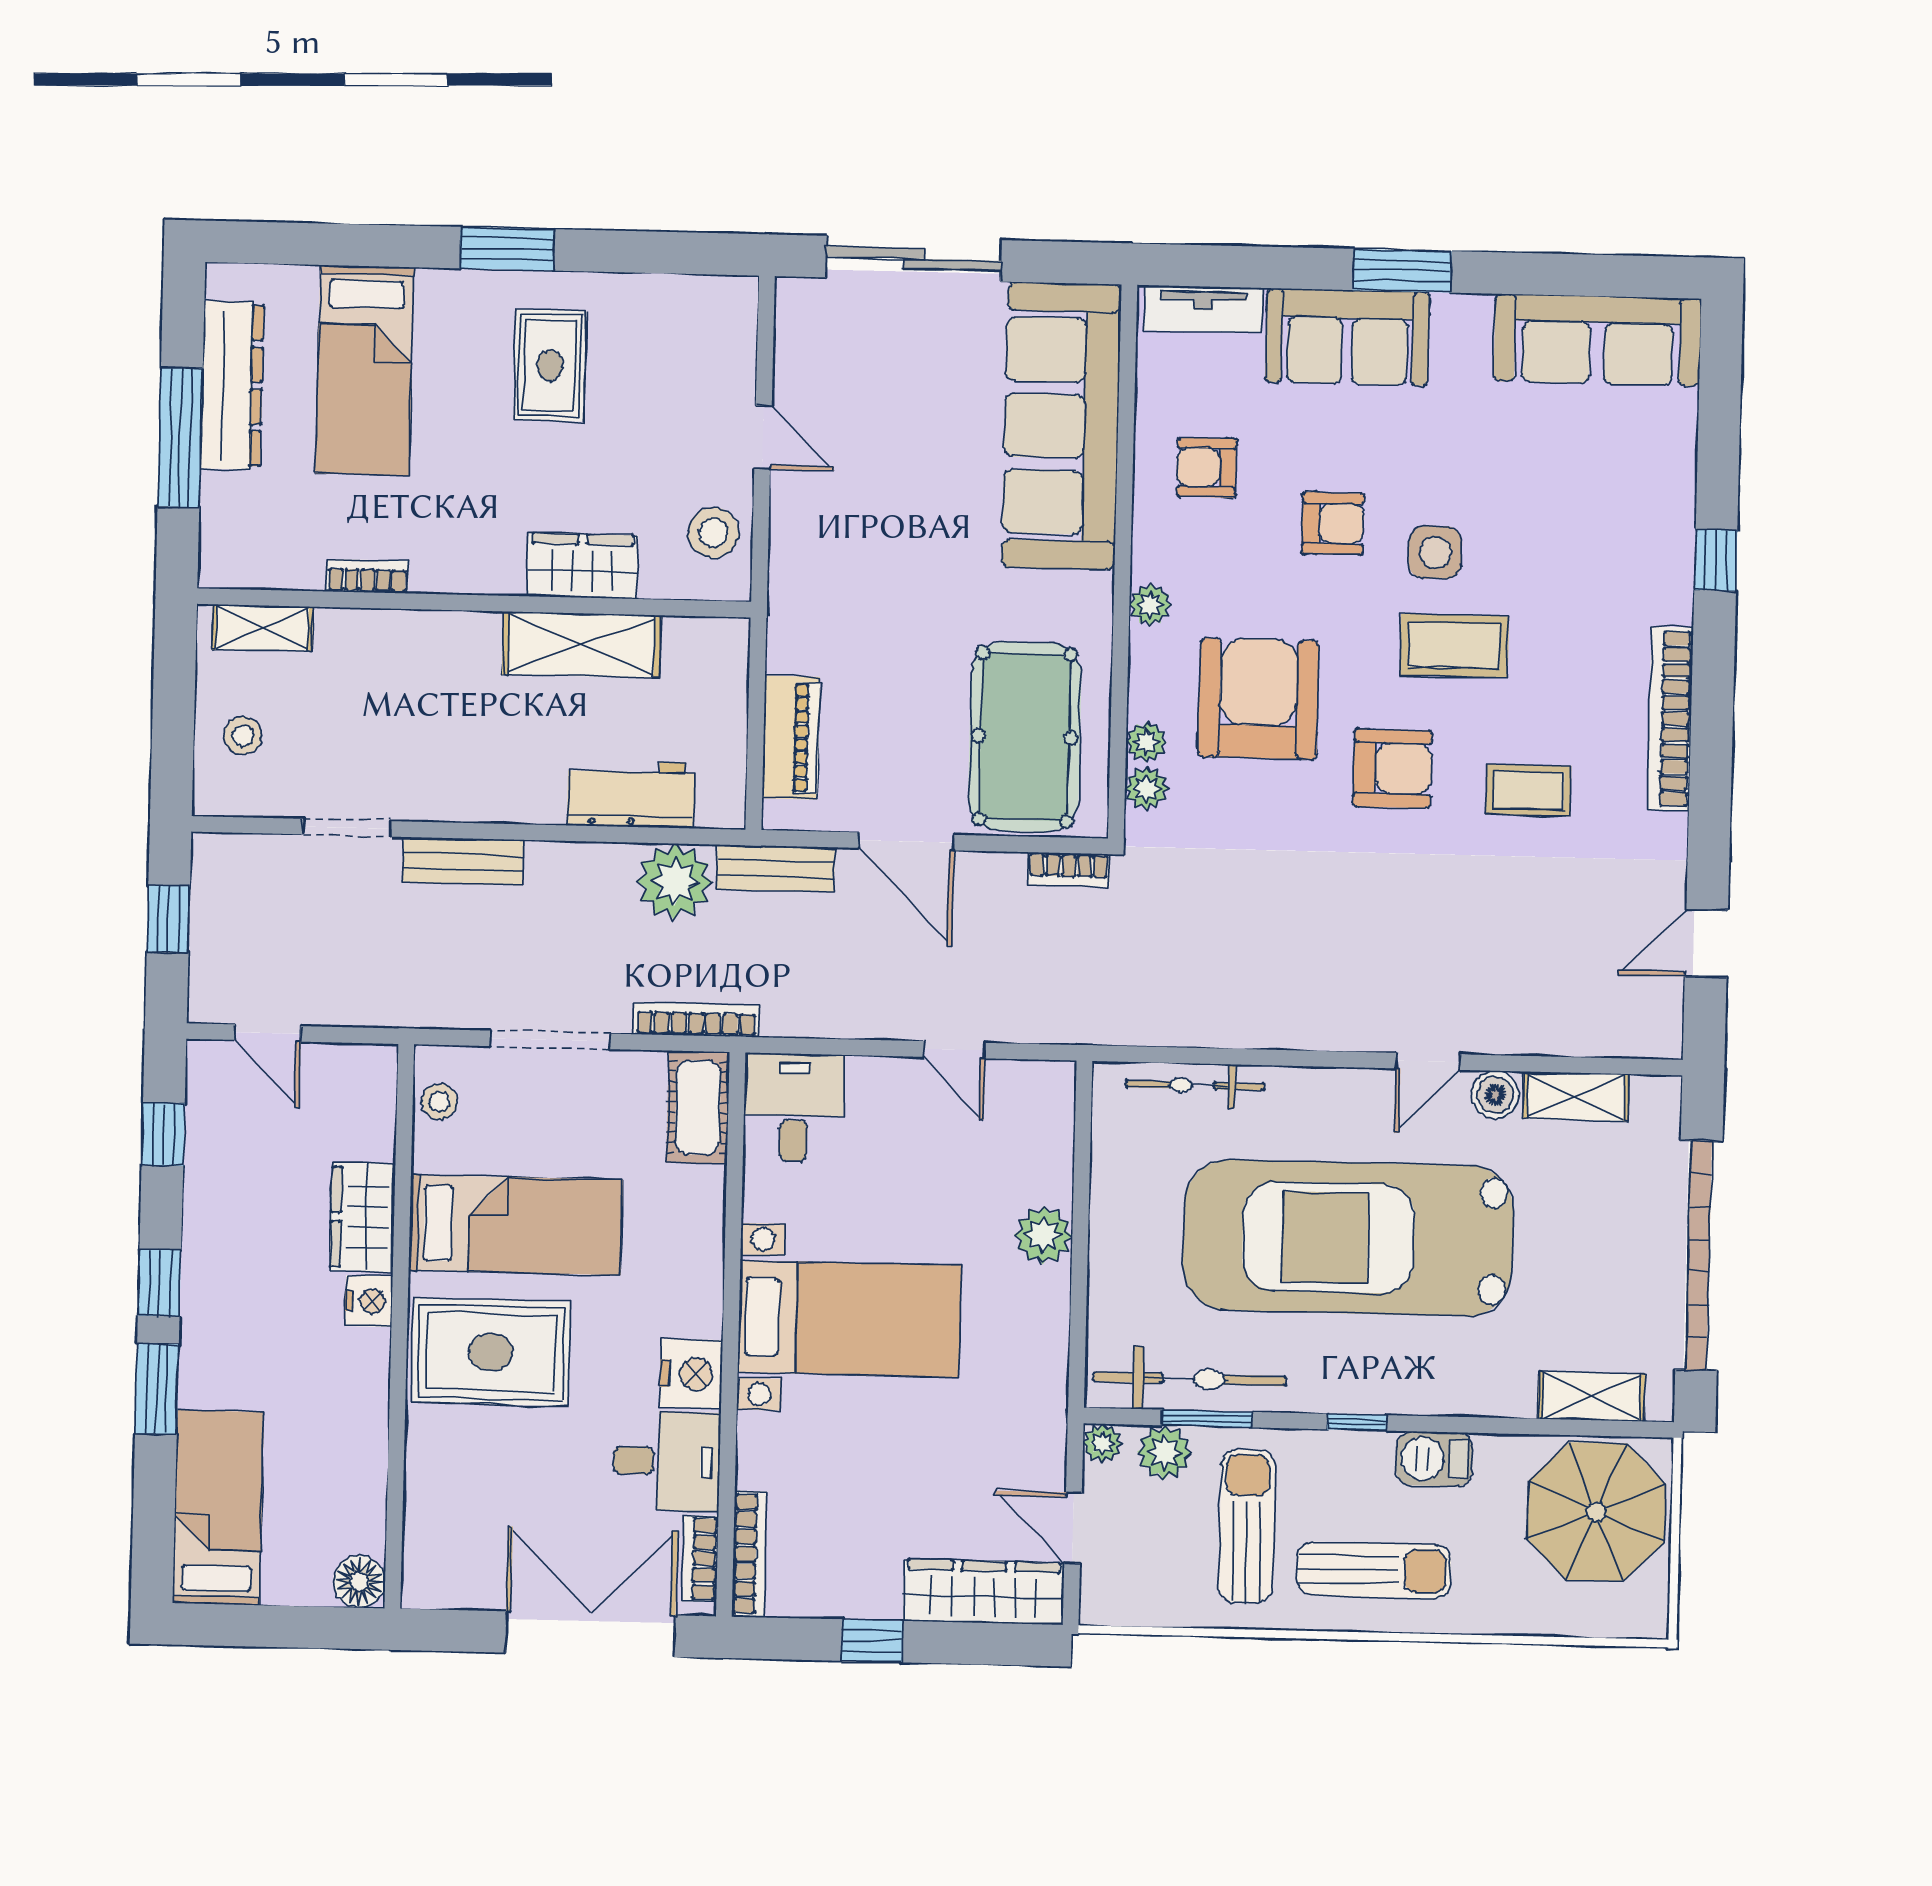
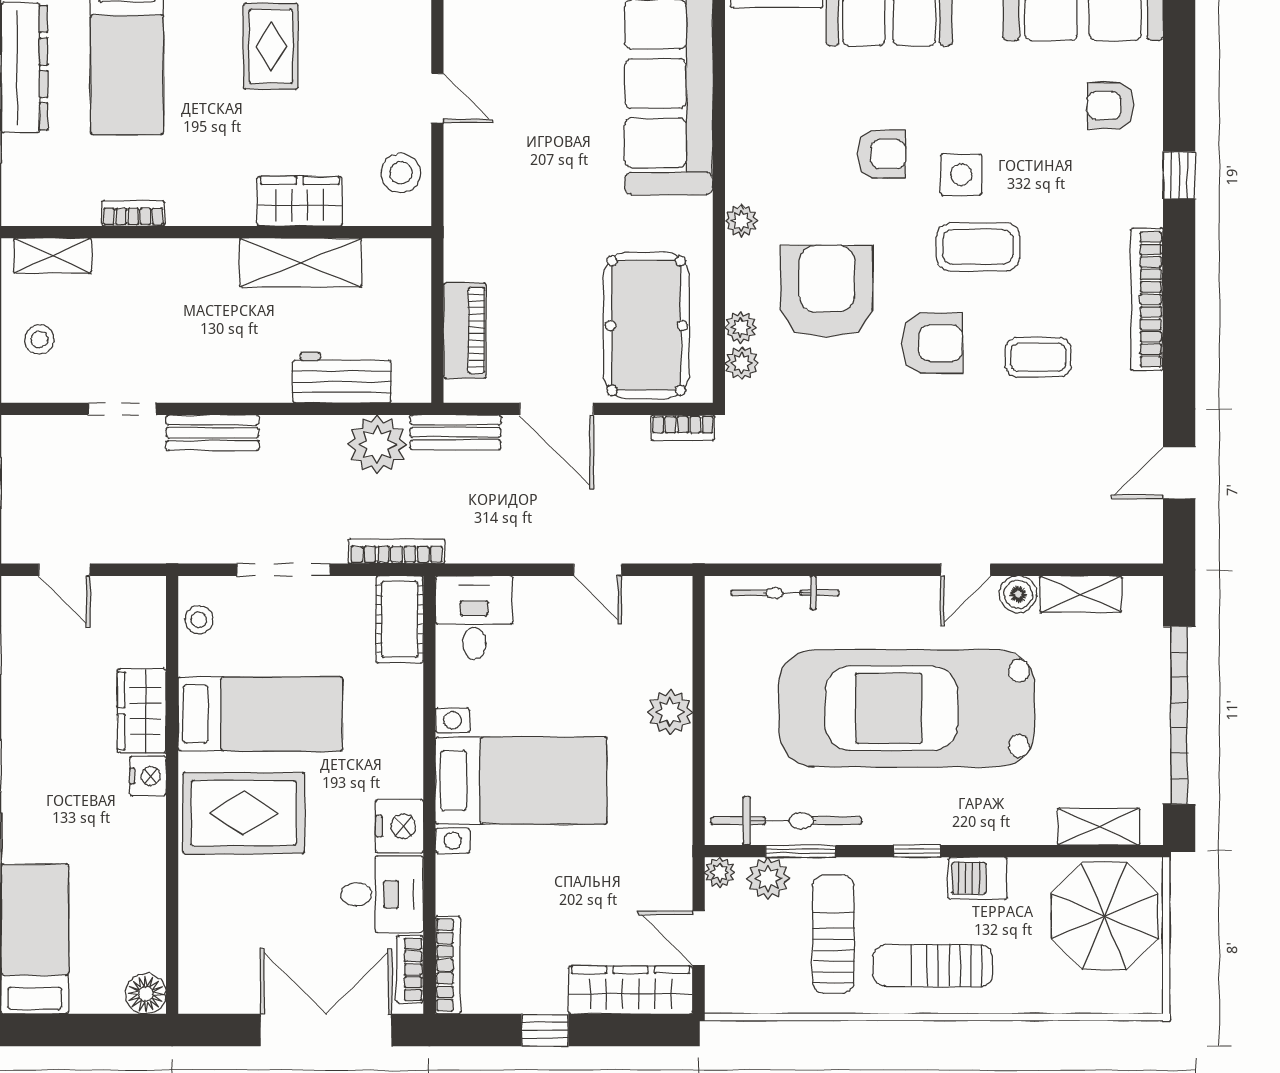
armchair: (1206, 468) -> (1111, 106), moved
sun lounger: (1374, 1570) -> (933, 966), turned 180

